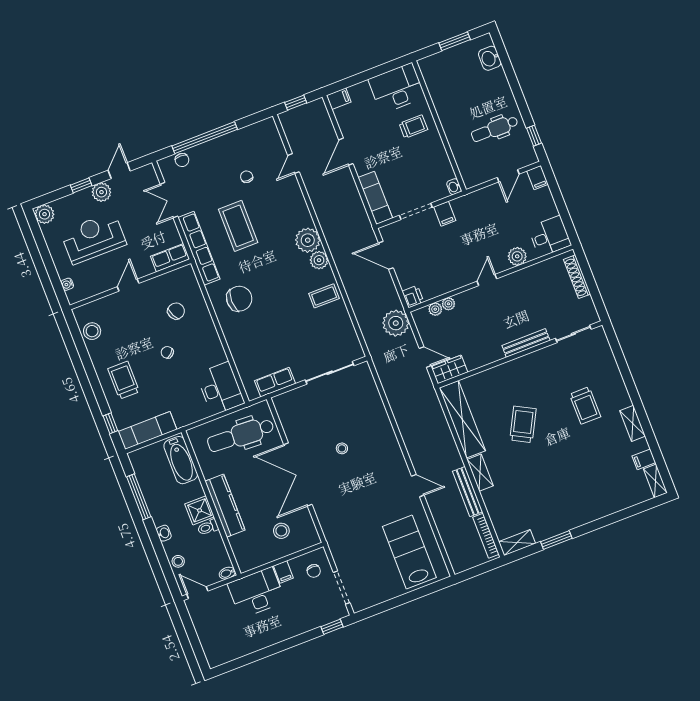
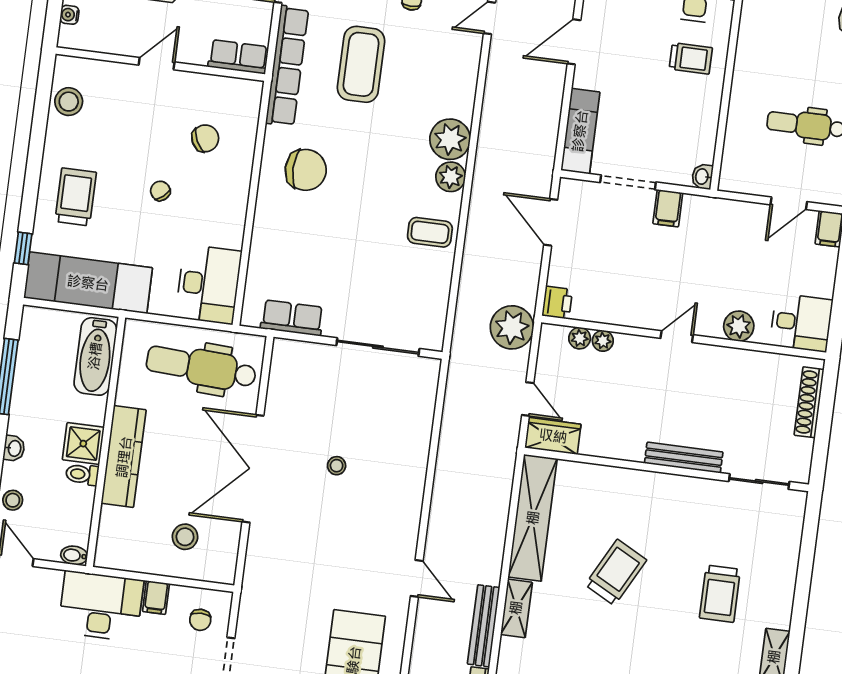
exam couch: (147, 430) -> (88, 283), width x1.36, depth x1.45

